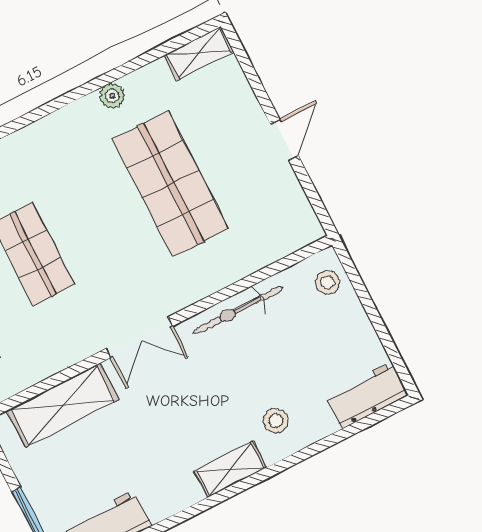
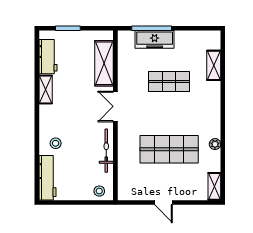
workbench: (367, 395) -> (47, 178), width x1.38
shelving: (230, 469) -> (46, 89), moved

